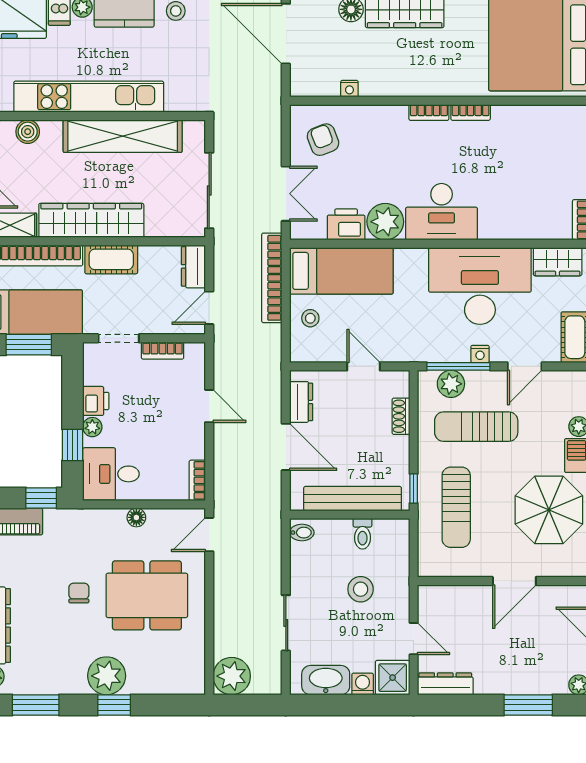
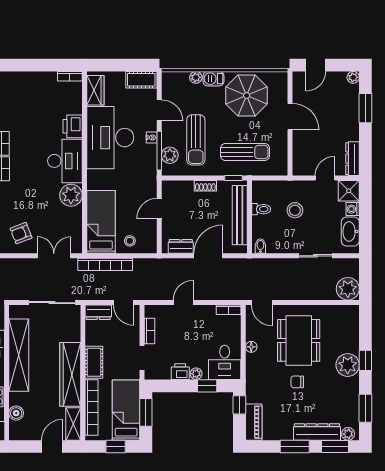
printer: (346, 224) -> (73, 126), moved
shoe rack: (401, 416) -> (205, 186), moved

